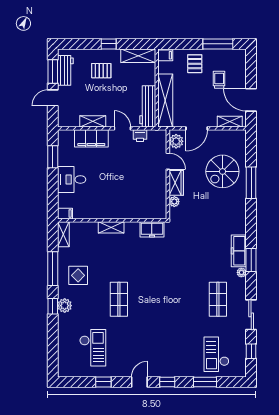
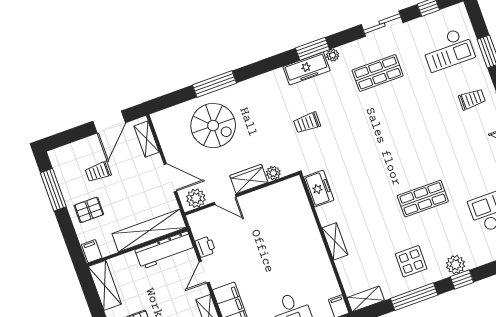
door: (168, 161) -> (225, 200), swing flipped
trolley: (201, 238) -> (307, 123), added
trolley: (176, 358) -> (472, 99), added

